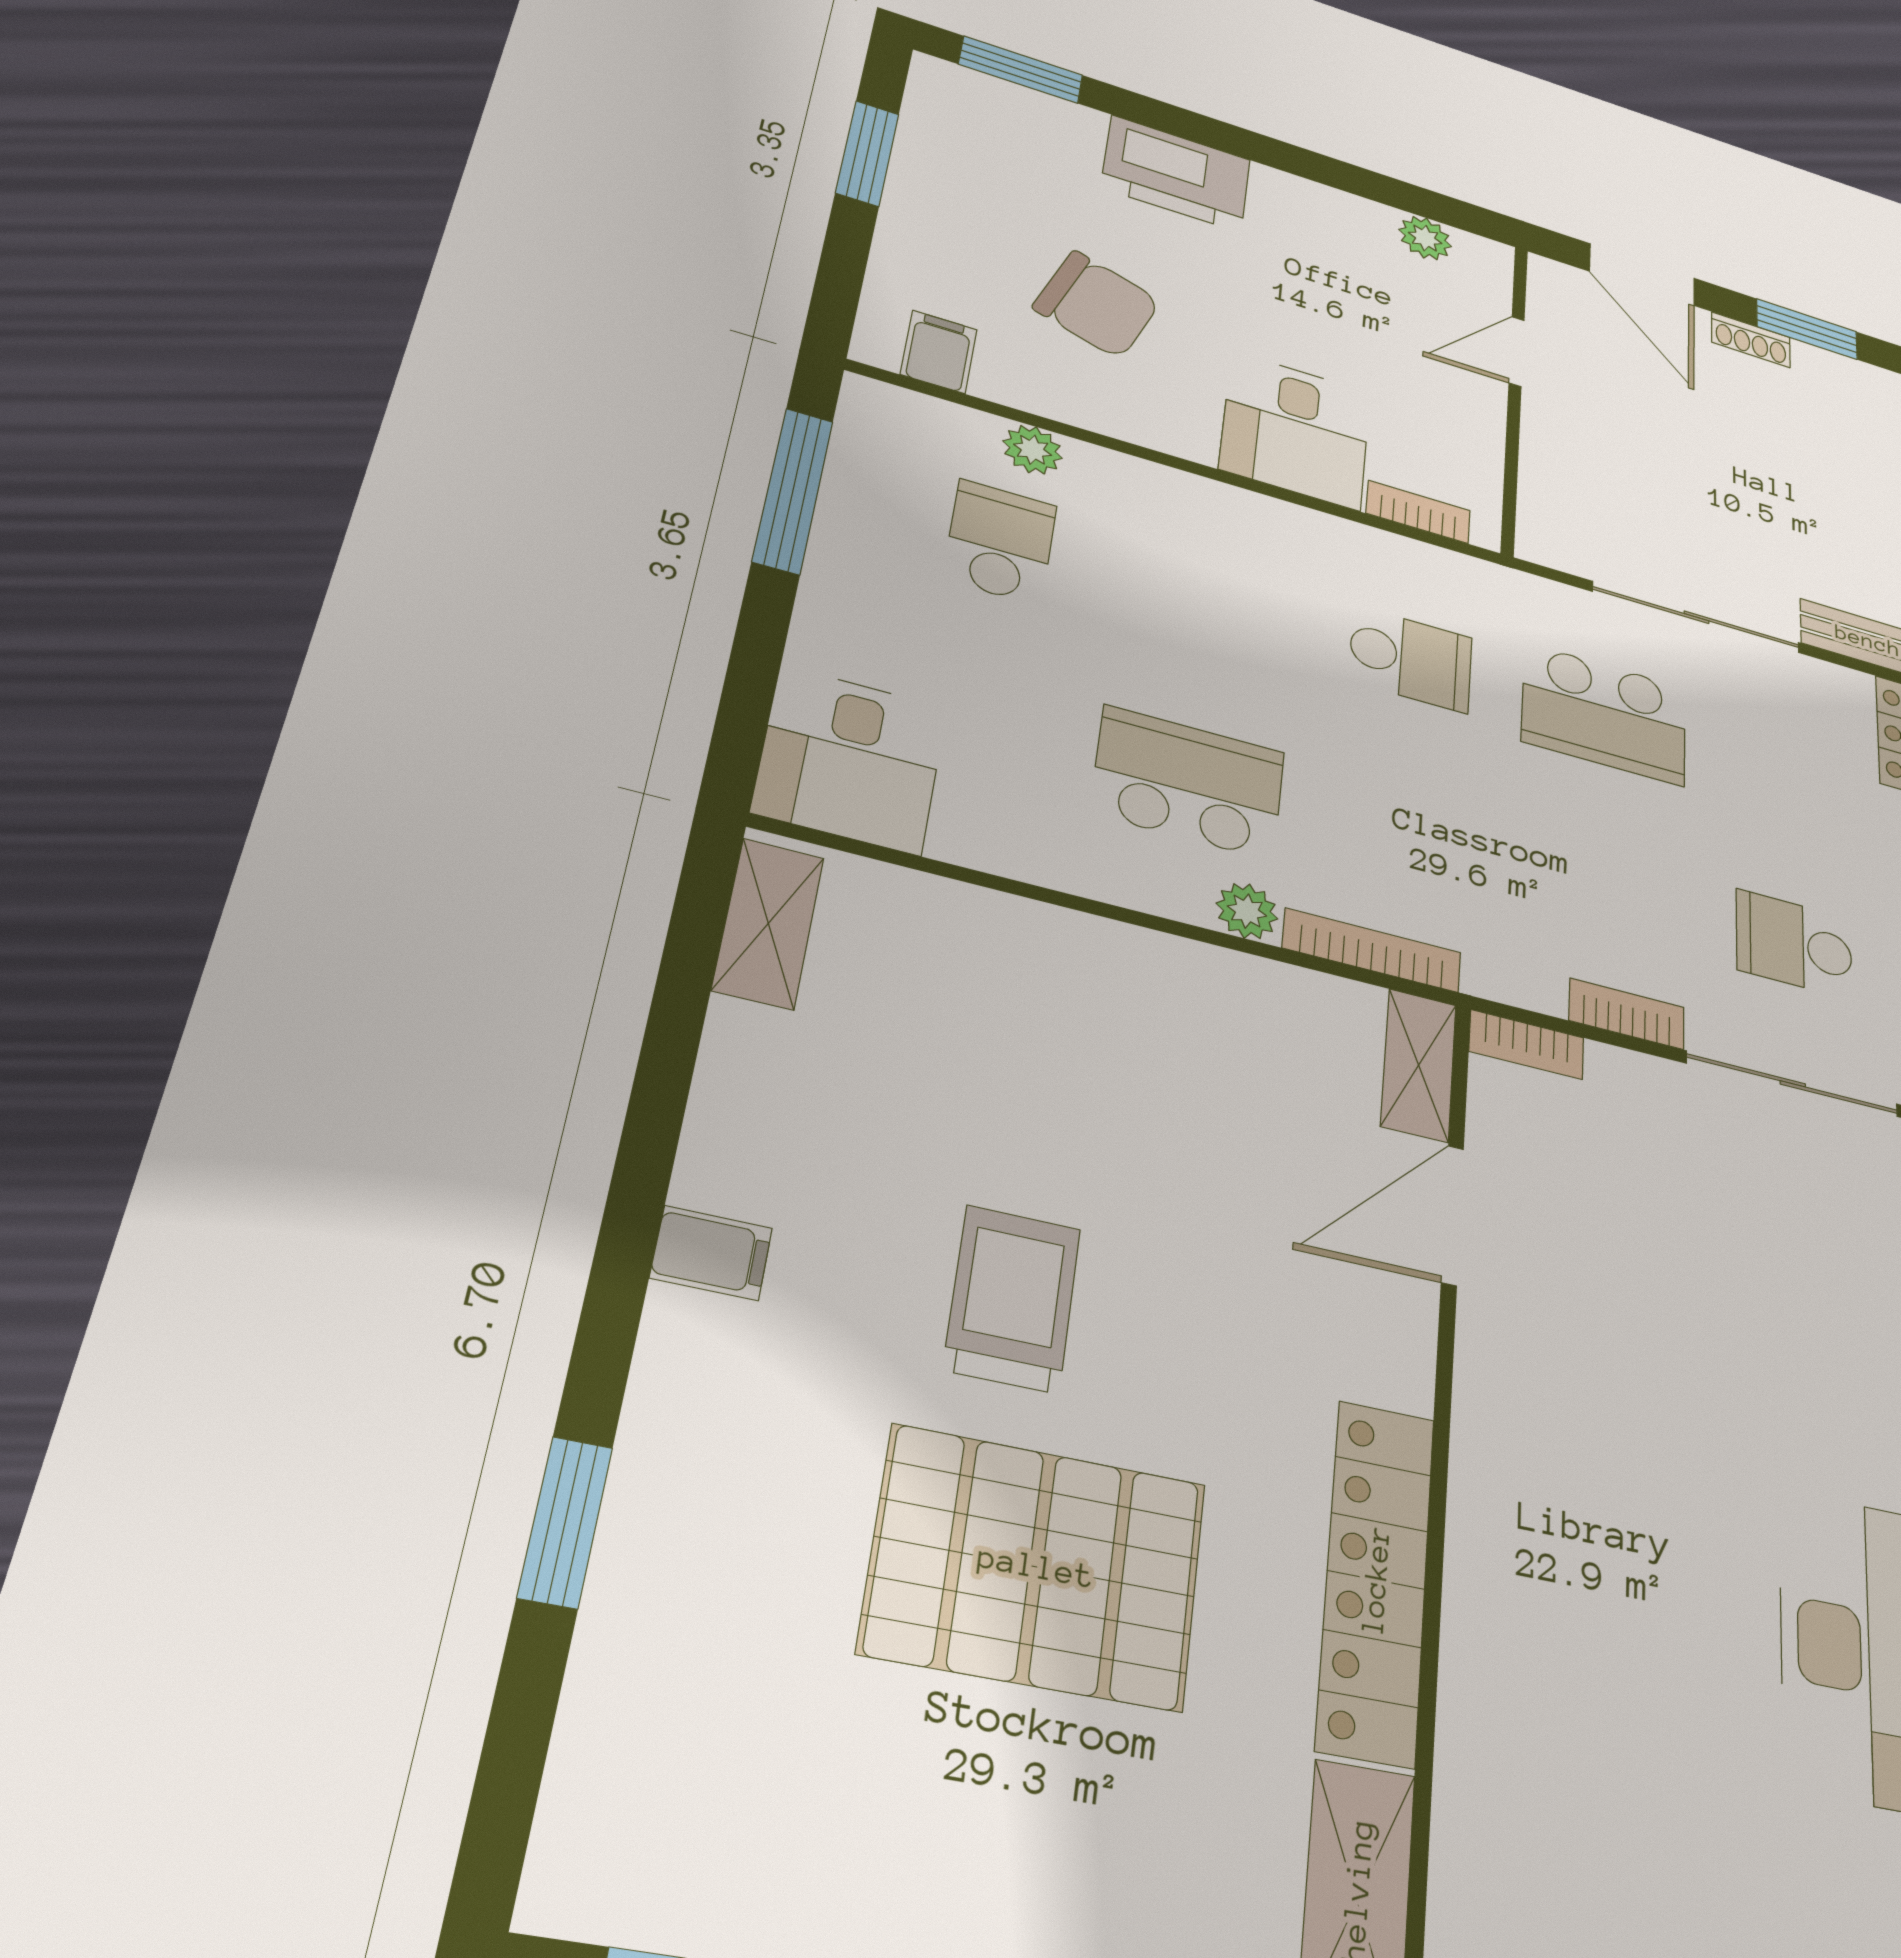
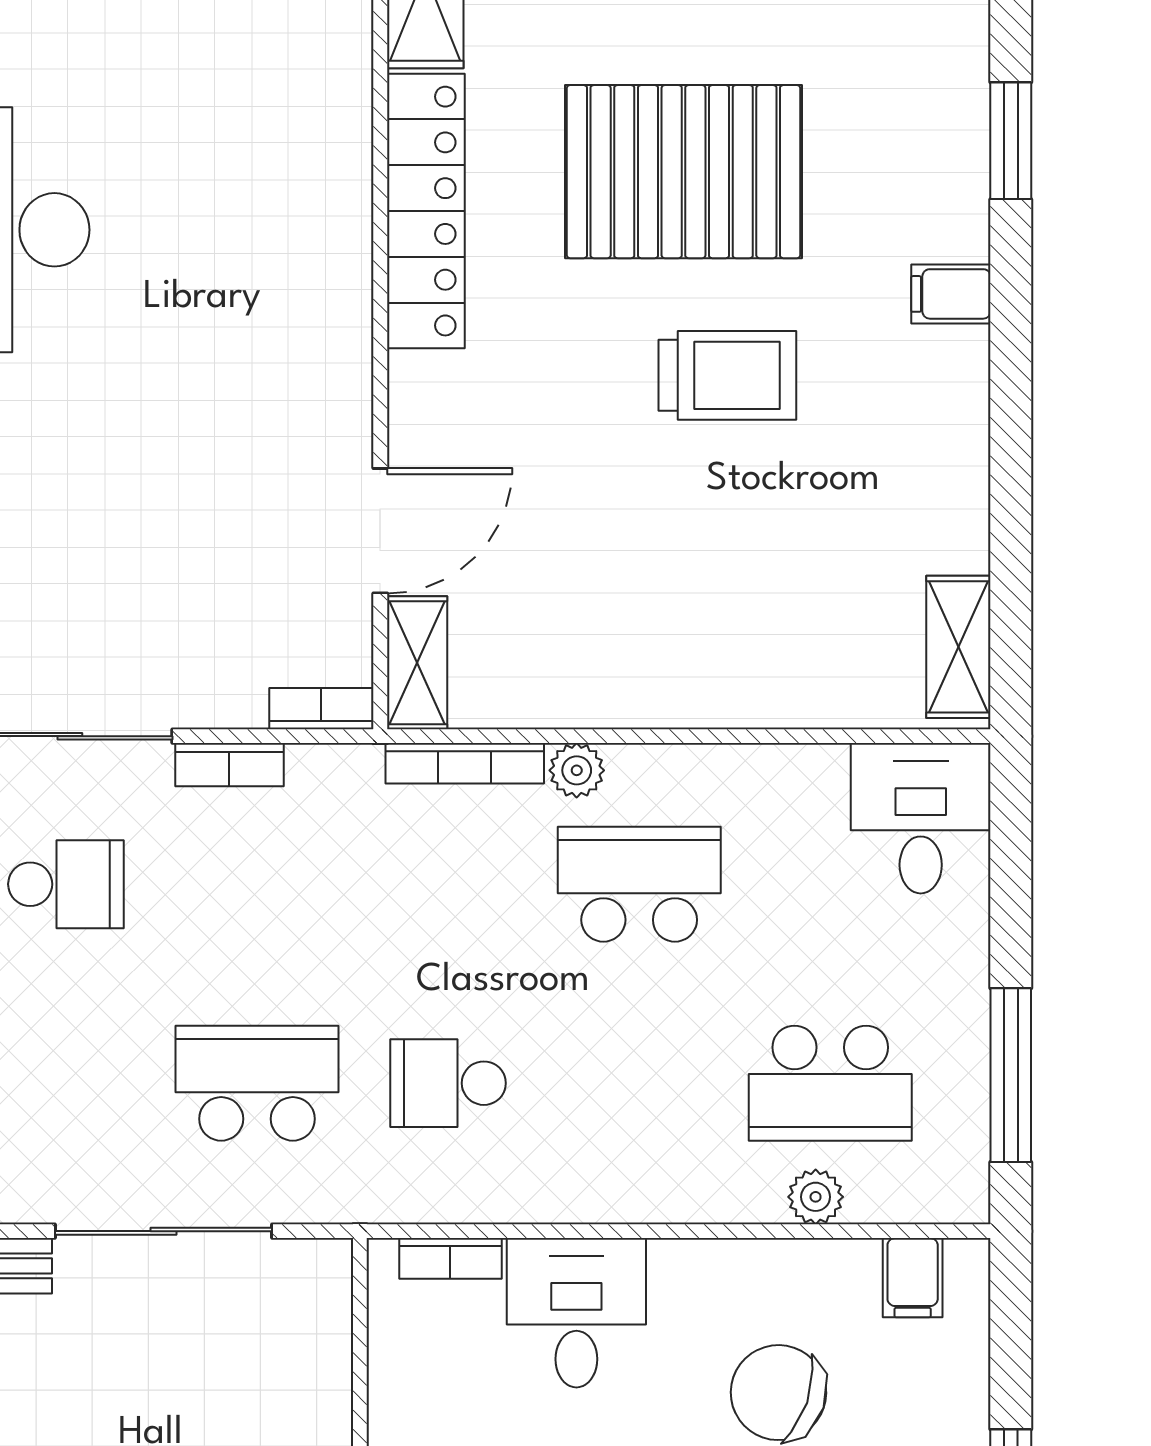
school desk: (1000, 542) -> (830, 1083), width x1.85
school desk: (1188, 782) -> (639, 884), turned 180
filing cabinet: (711, 1253) -> (951, 294), moved
trolley: (1012, 1299) -> (727, 375), turned -90

